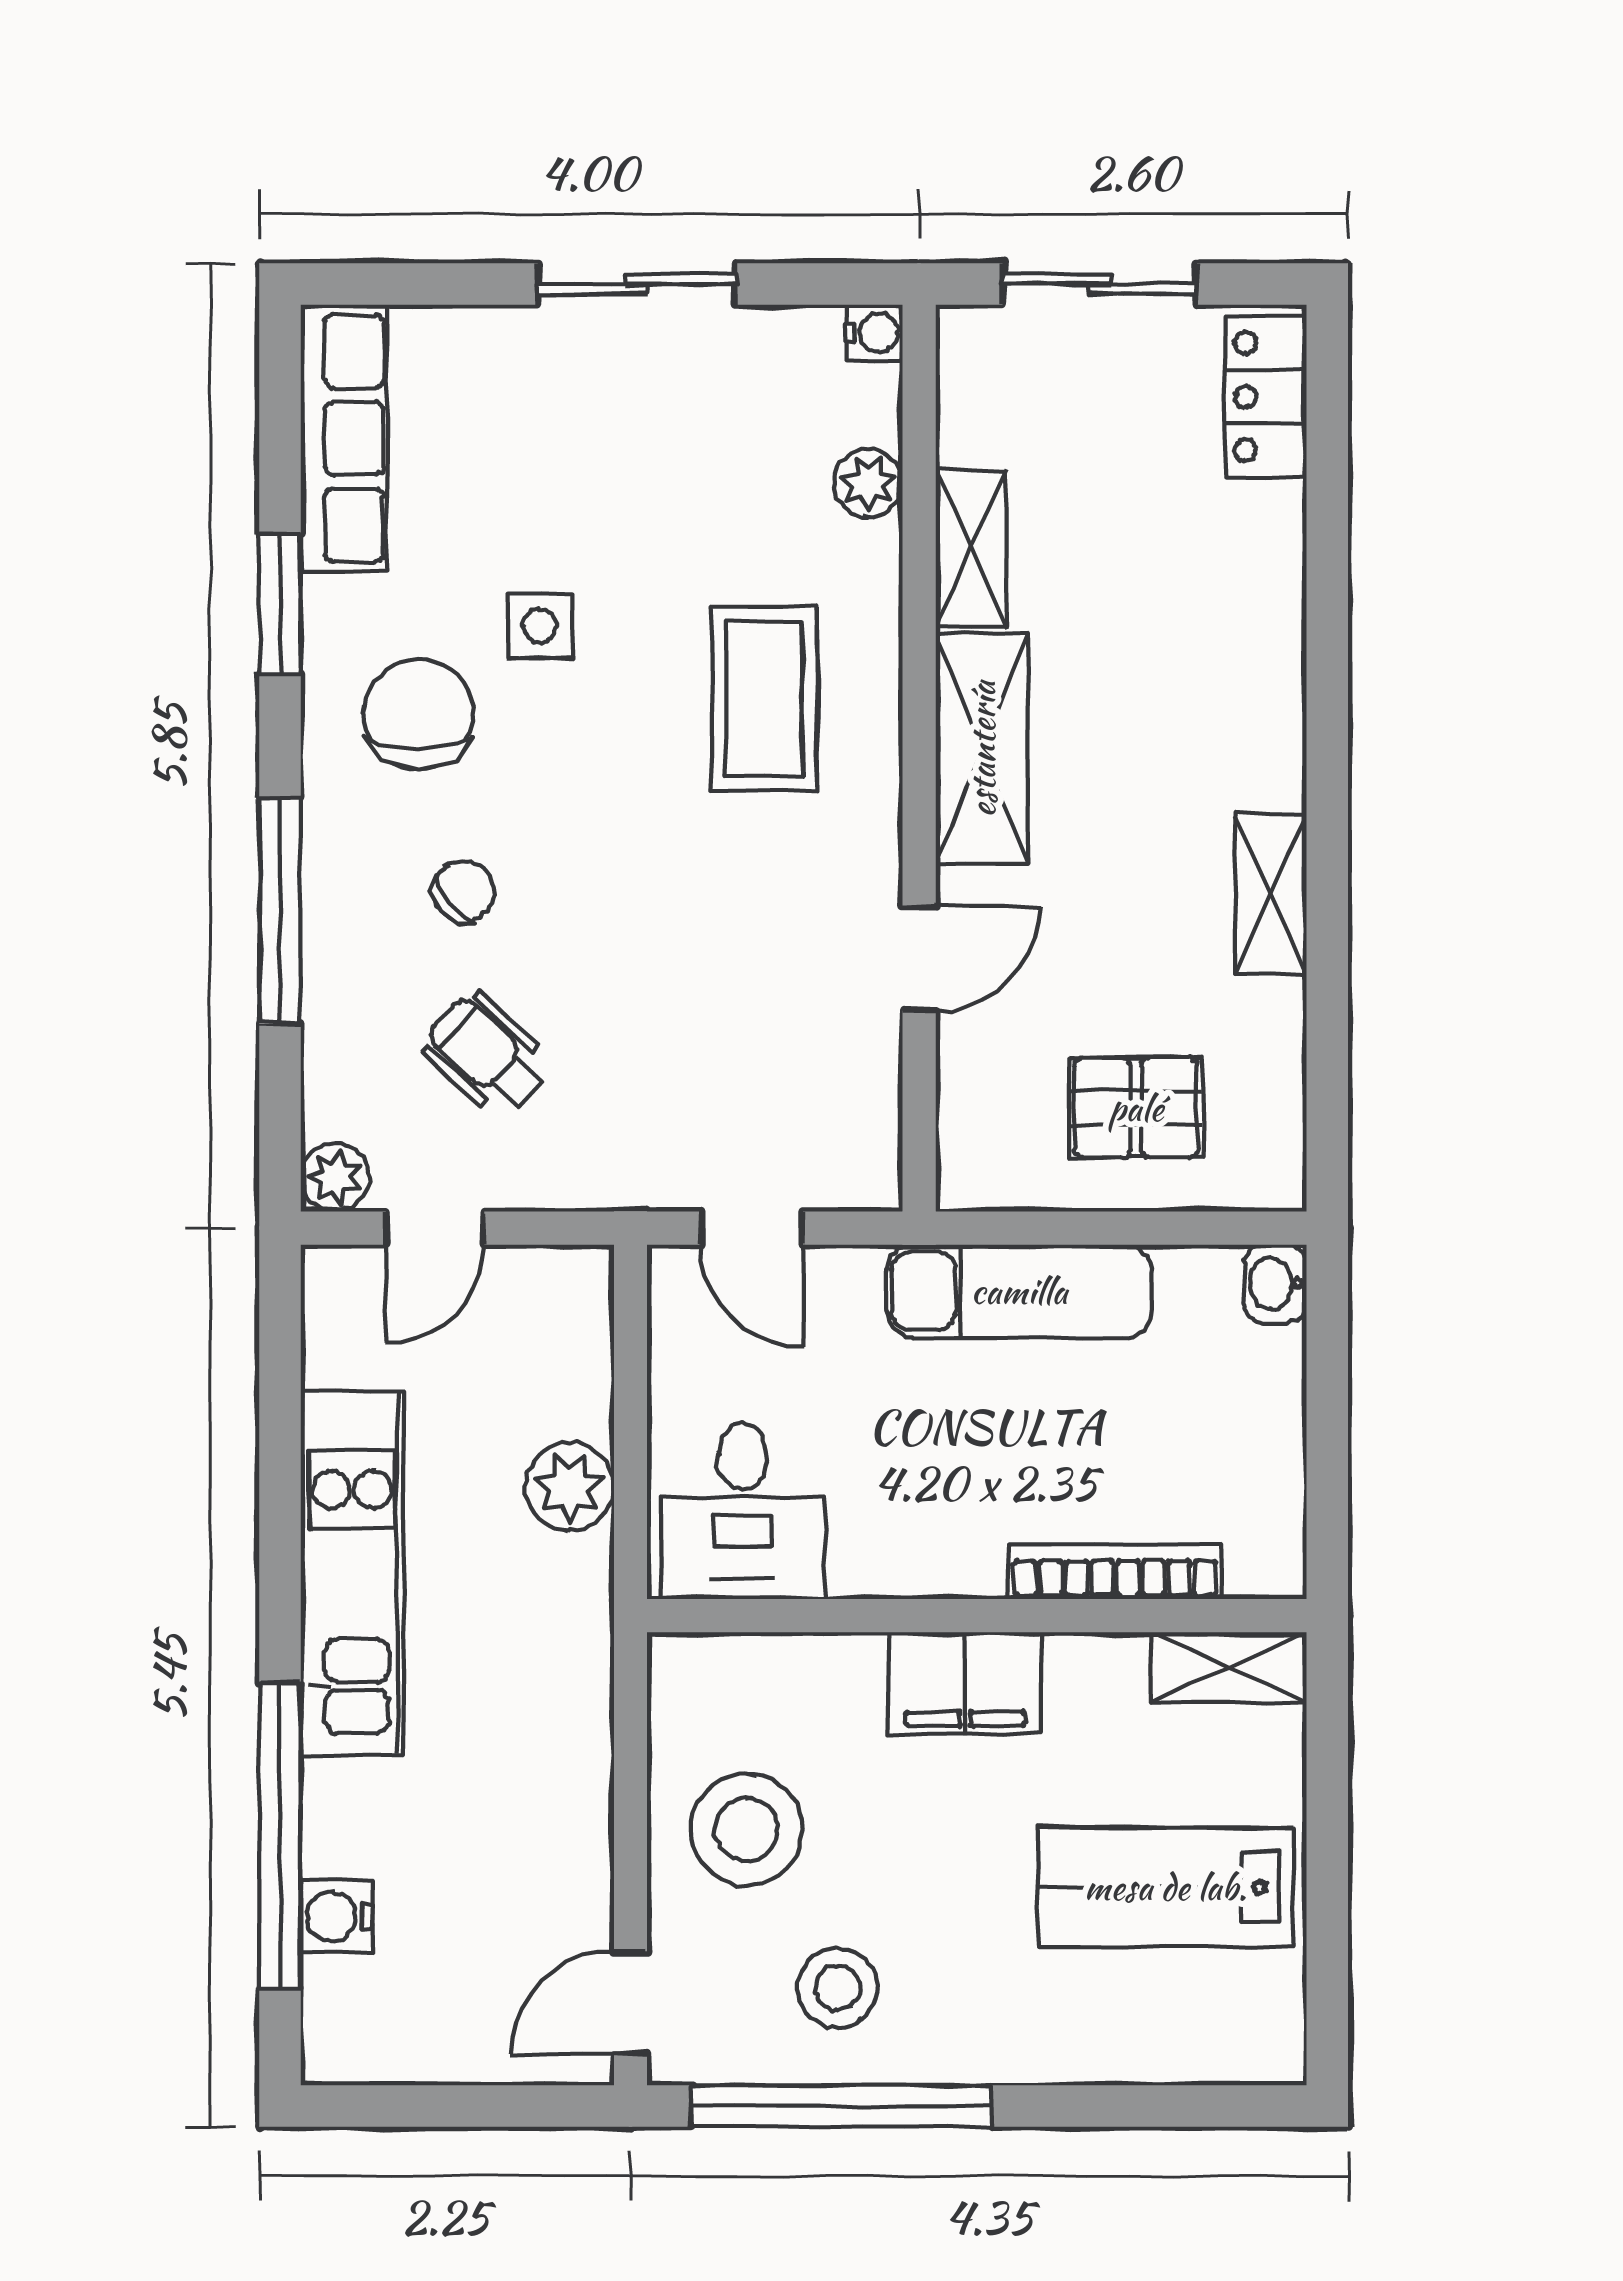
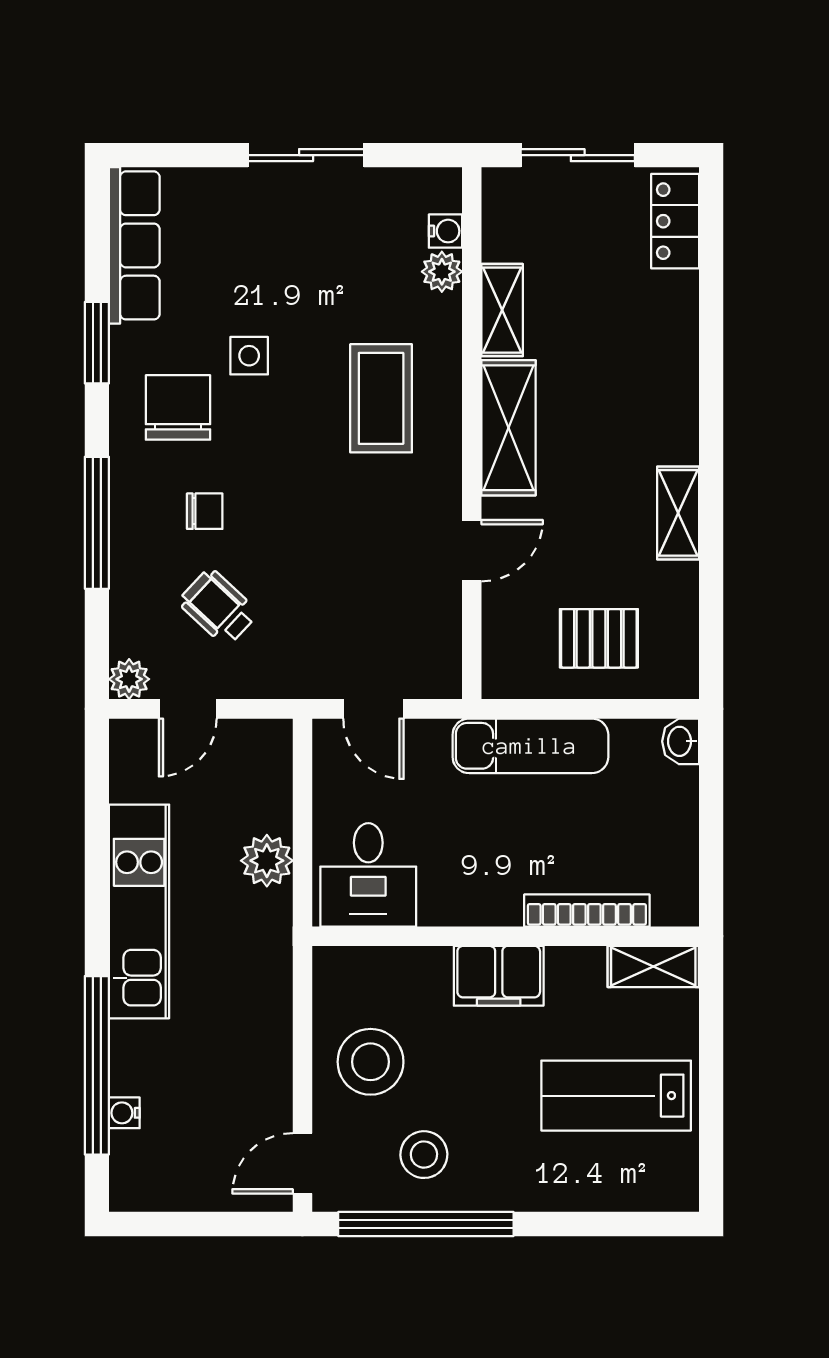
water cooler: (874, 333) -> (445, 231), moved
chair: (464, 891) -> (205, 511), turned 40
water cooler: (337, 1917) -> (124, 1113), width x0.72, depth x0.72

